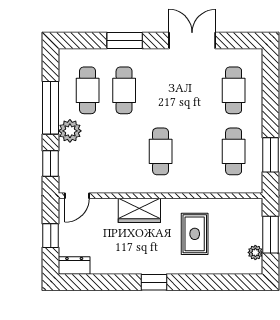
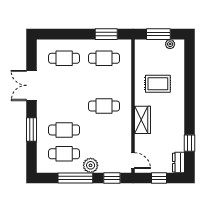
window: (154, 282) -> (189, 143), moved

